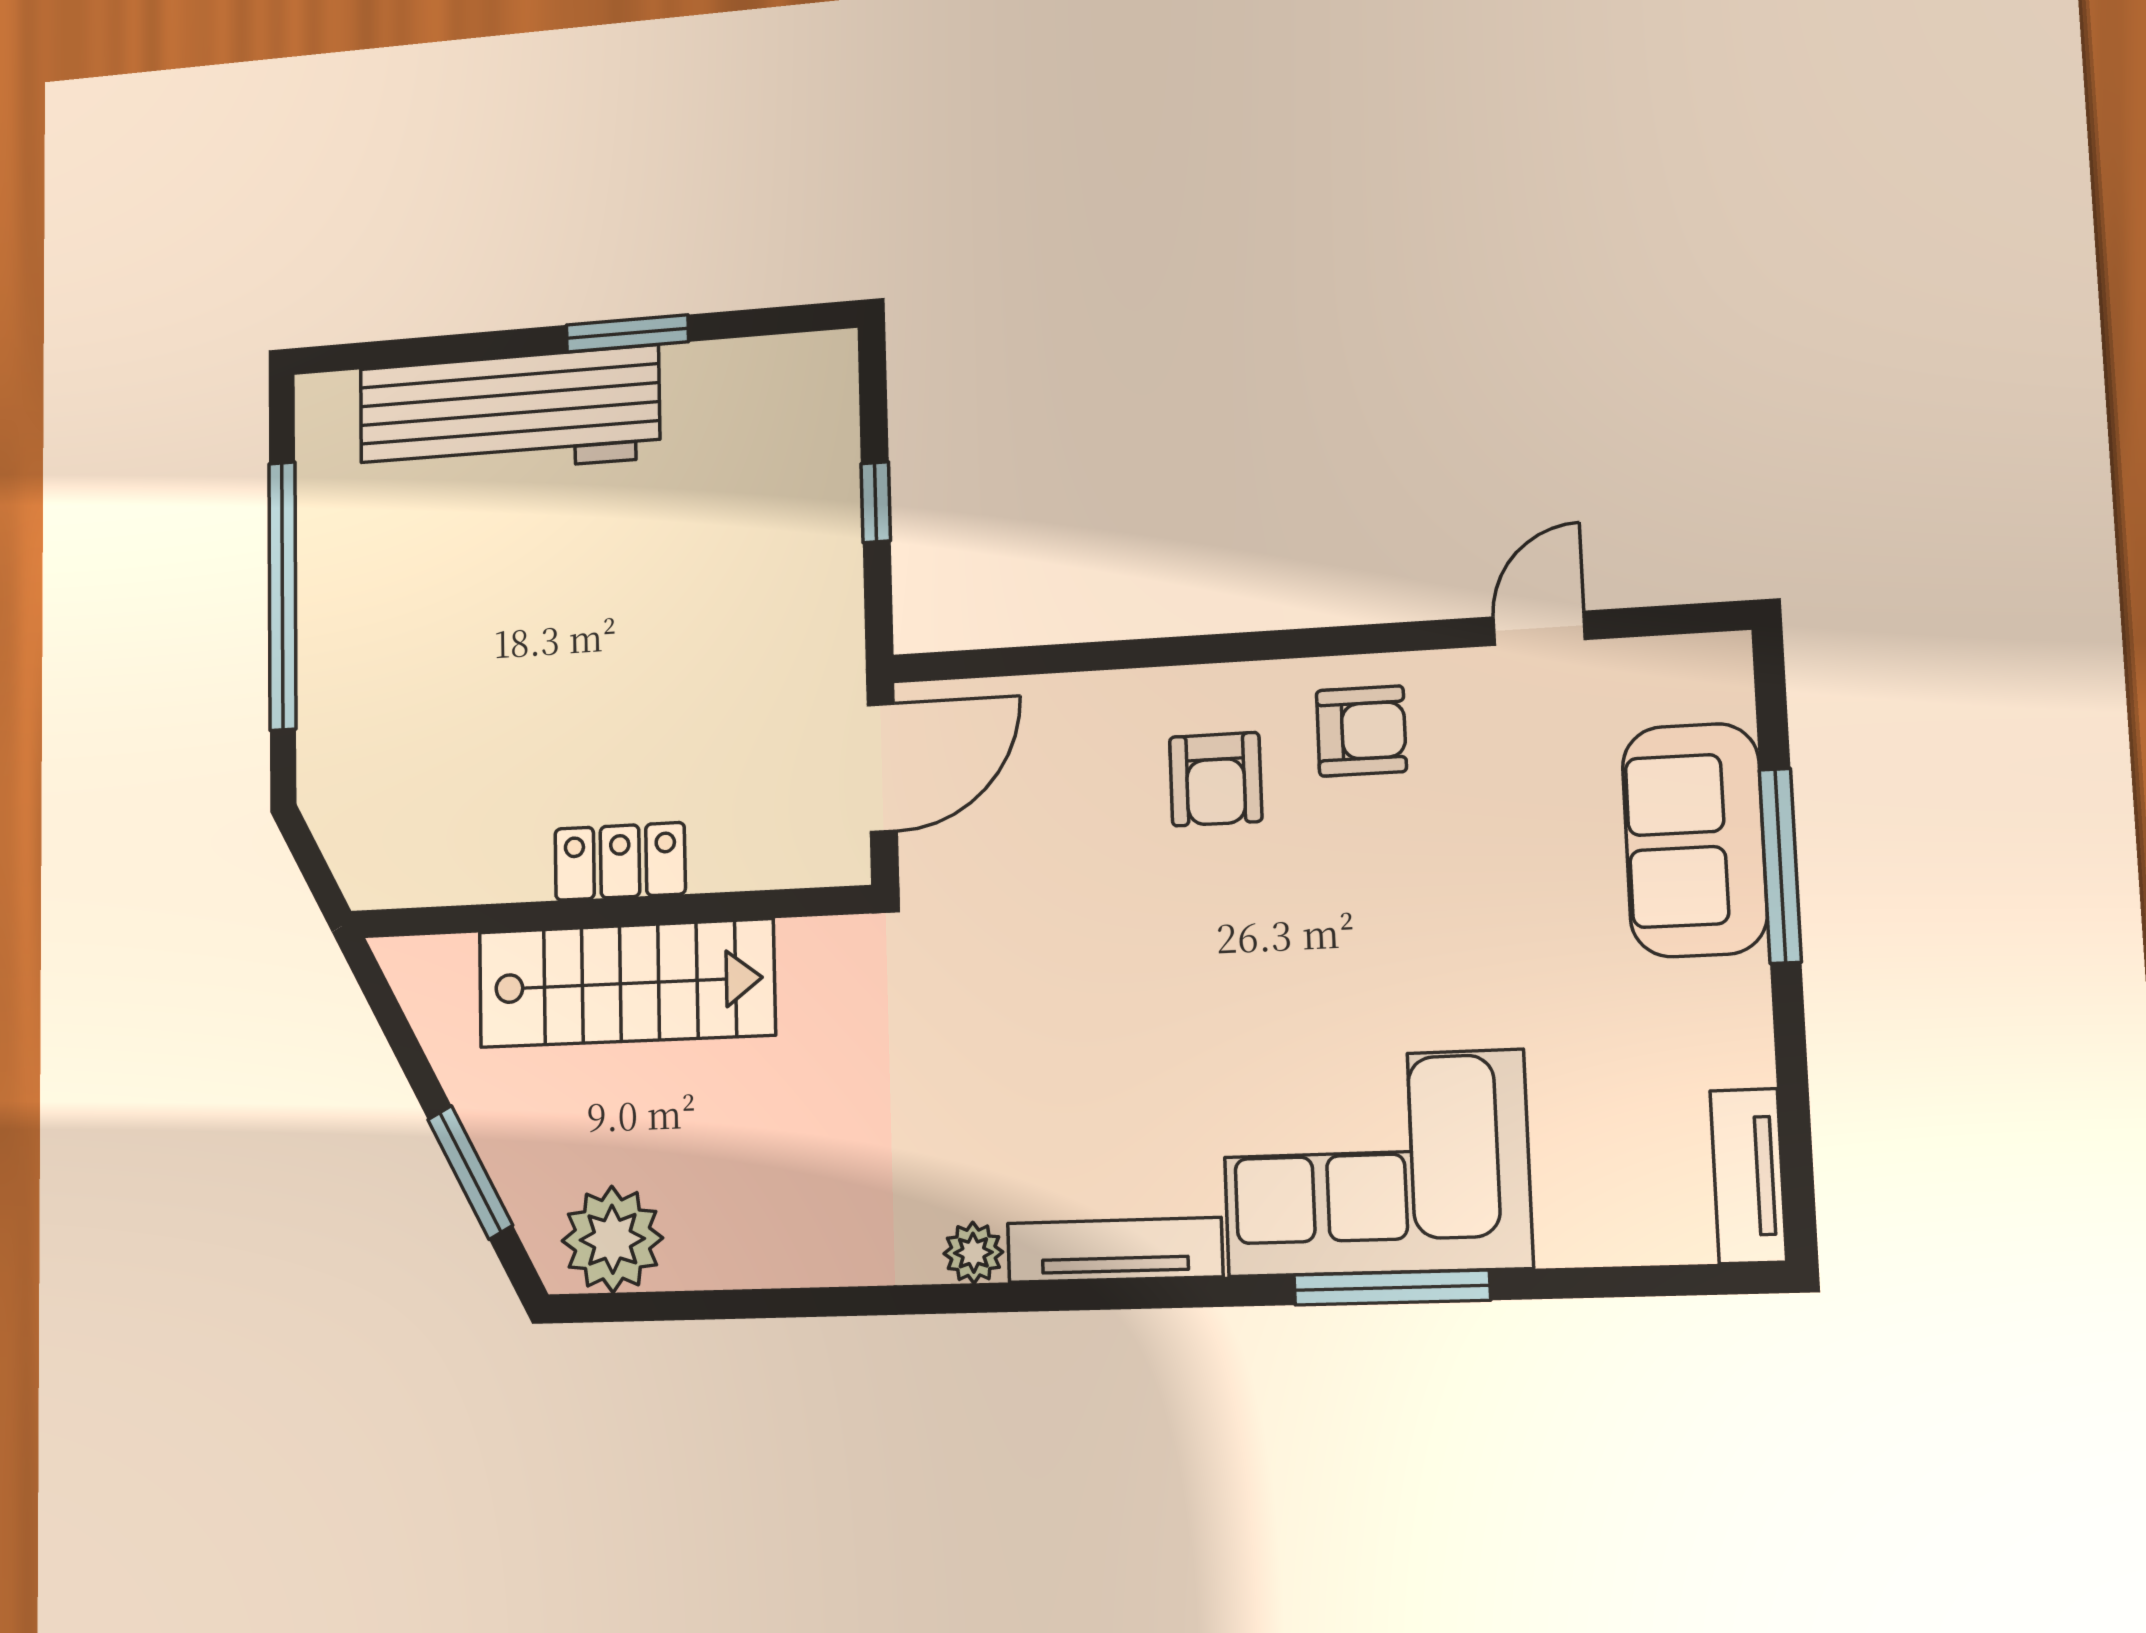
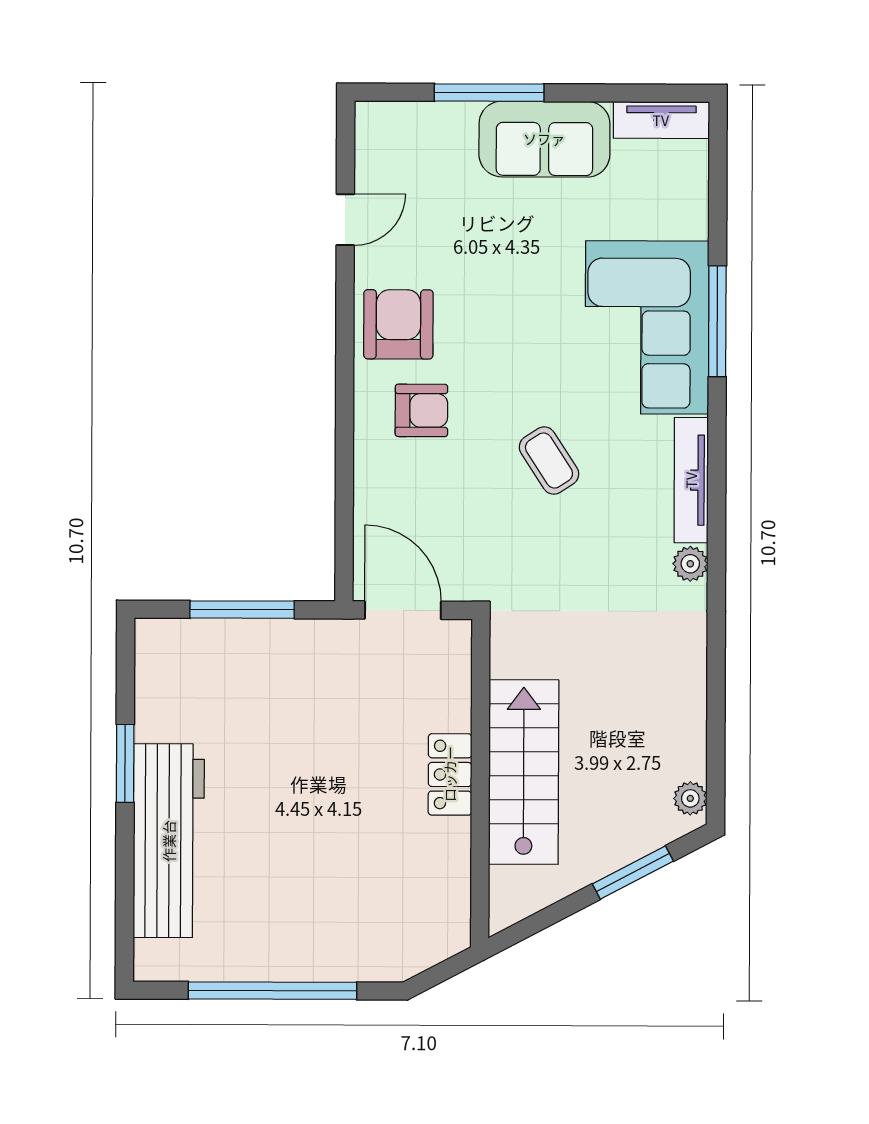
window: (876, 502) -> (242, 610), width x2.17
door: (1539, 628) -> (345, 220), swing flipped
armchair: (1361, 731) -> (398, 324), width x1.38, depth x1.38
sofa: (1695, 840) -> (544, 139), moved
coffee table: (1139, 1002) -> (549, 461), added
plant: (612, 1239) -> (690, 798), width x0.53, depth x0.53

